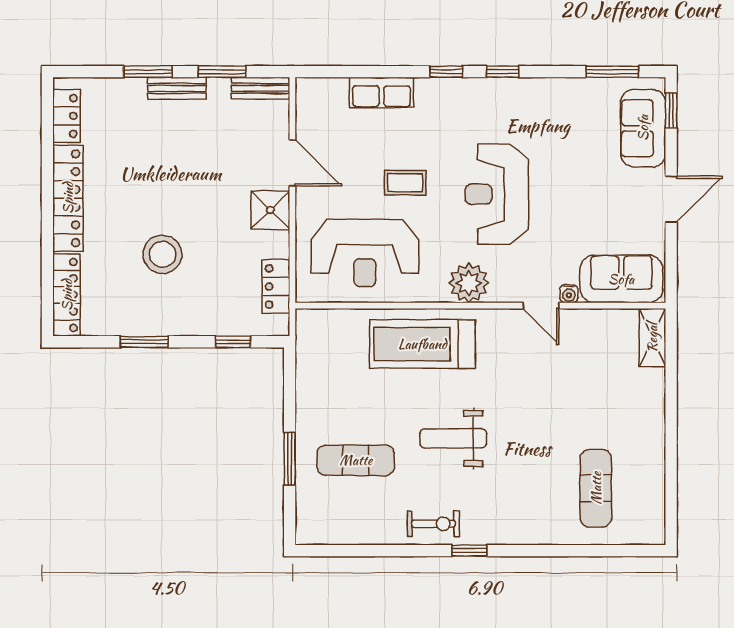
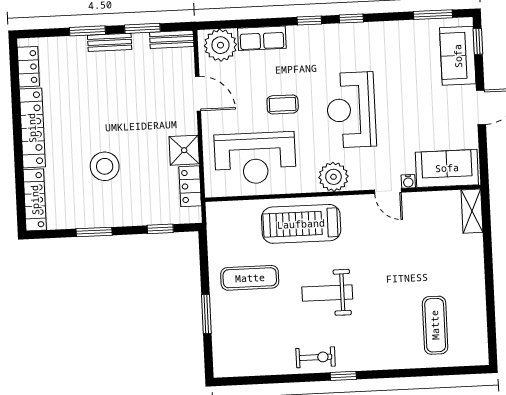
plant: (326, 99) -> (220, 45), added
shower: (270, 210) -> (184, 150), moved
exercise mat: (356, 460) -> (250, 278), moved

